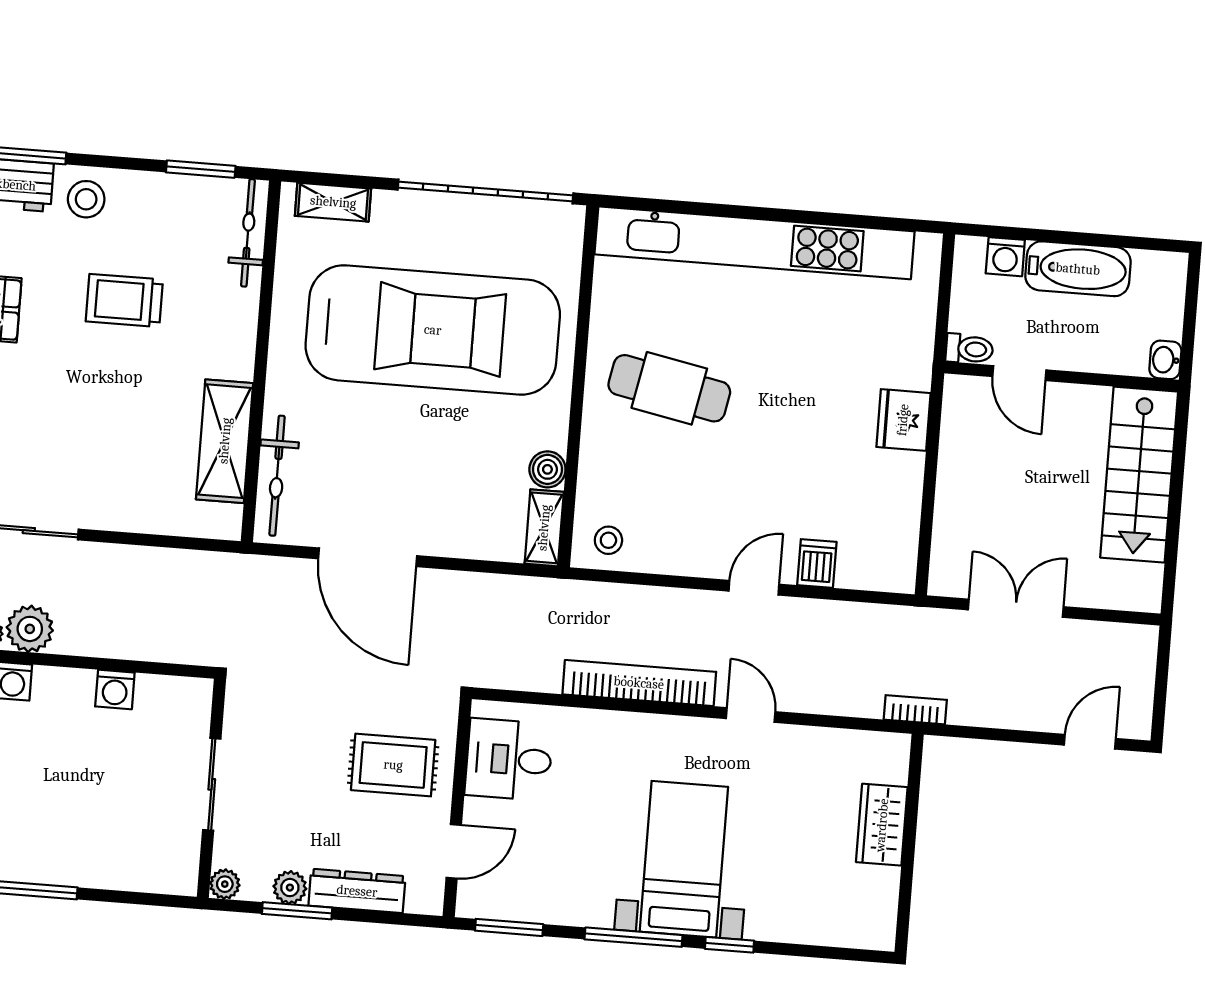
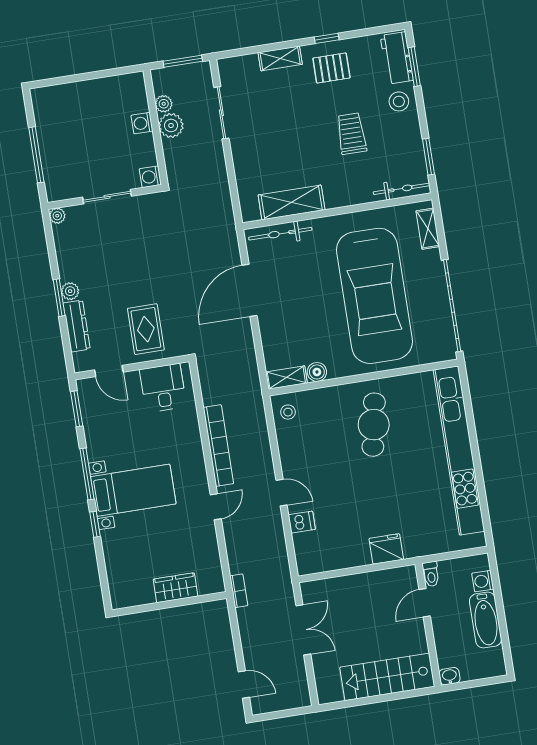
sliding door: (212, 784) -> (107, 197), moved
wall: (211, 788) -> (105, 197), moved
plant: (225, 884) -> (57, 216), moved

